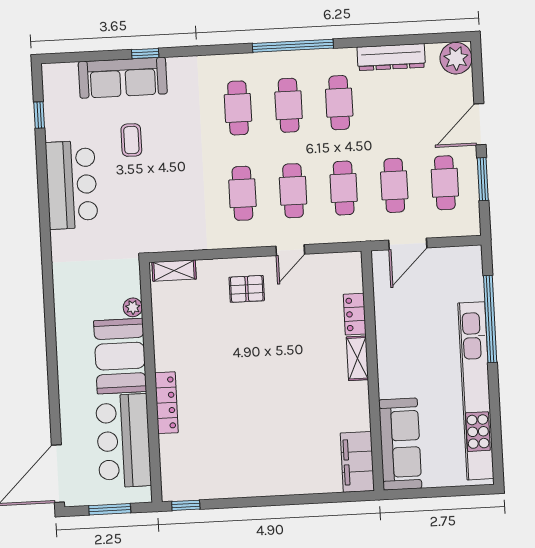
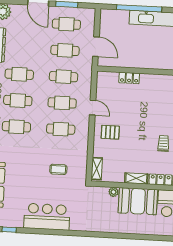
coffee table: (131, 140) -> (58, 169), moved
pallet: (247, 289) -> (110, 132), turned 90
shelving: (357, 358) -> (136, 178), moved
trolley: (236, 393) -> (163, 143), added

